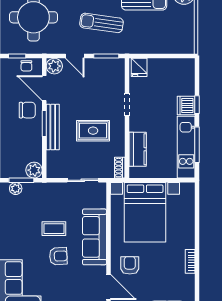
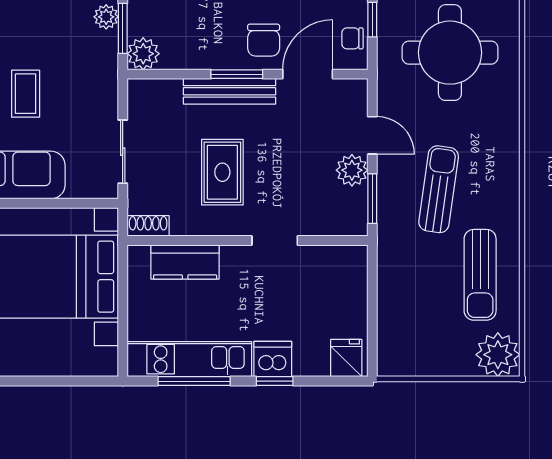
door: (75, 56) -> (372, 135), swing flipped
plant: (54, 66) -> (352, 170), moved
fridge: (139, 67) -> (346, 358), moved, turned 90

